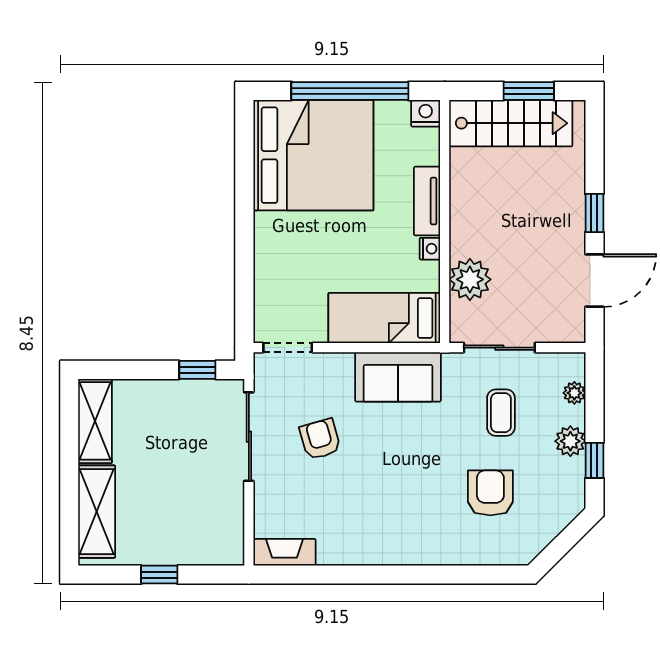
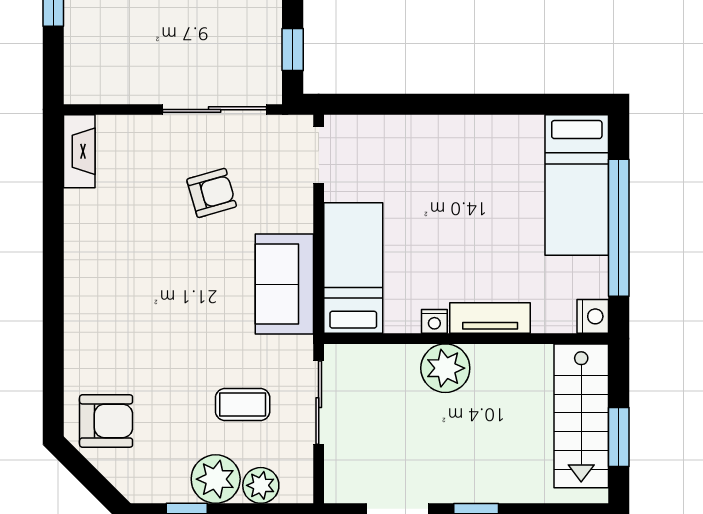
bed: (313, 155) -> (577, 185), width x0.49
plant: (470, 279) -> (445, 368), moved
plant: (574, 393) -> (261, 485), width x1.38, depth x1.38
plant: (570, 441) -> (216, 479), width x1.36, depth x1.36
armchair: (490, 493) -> (106, 421), moved

